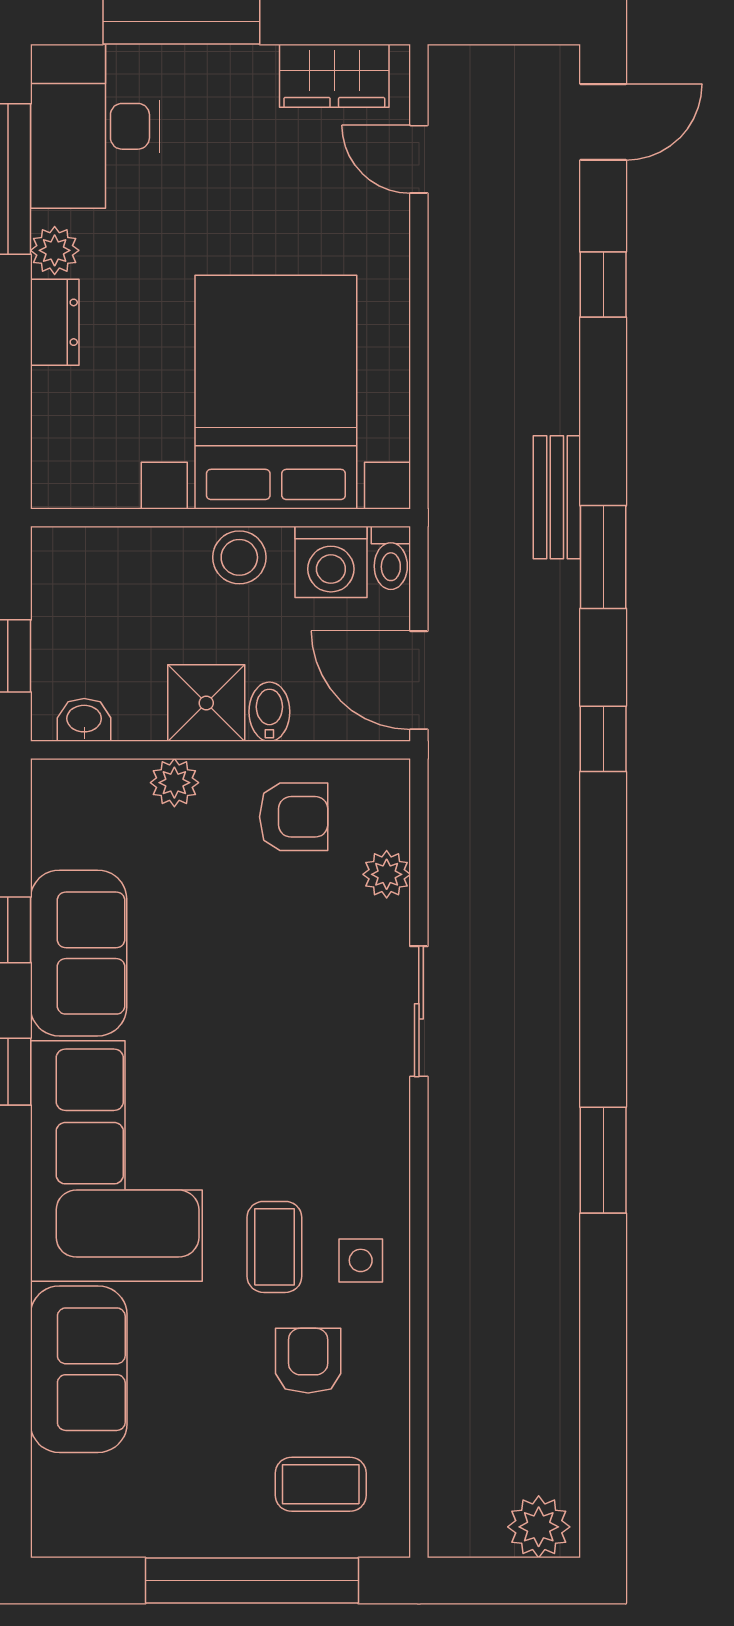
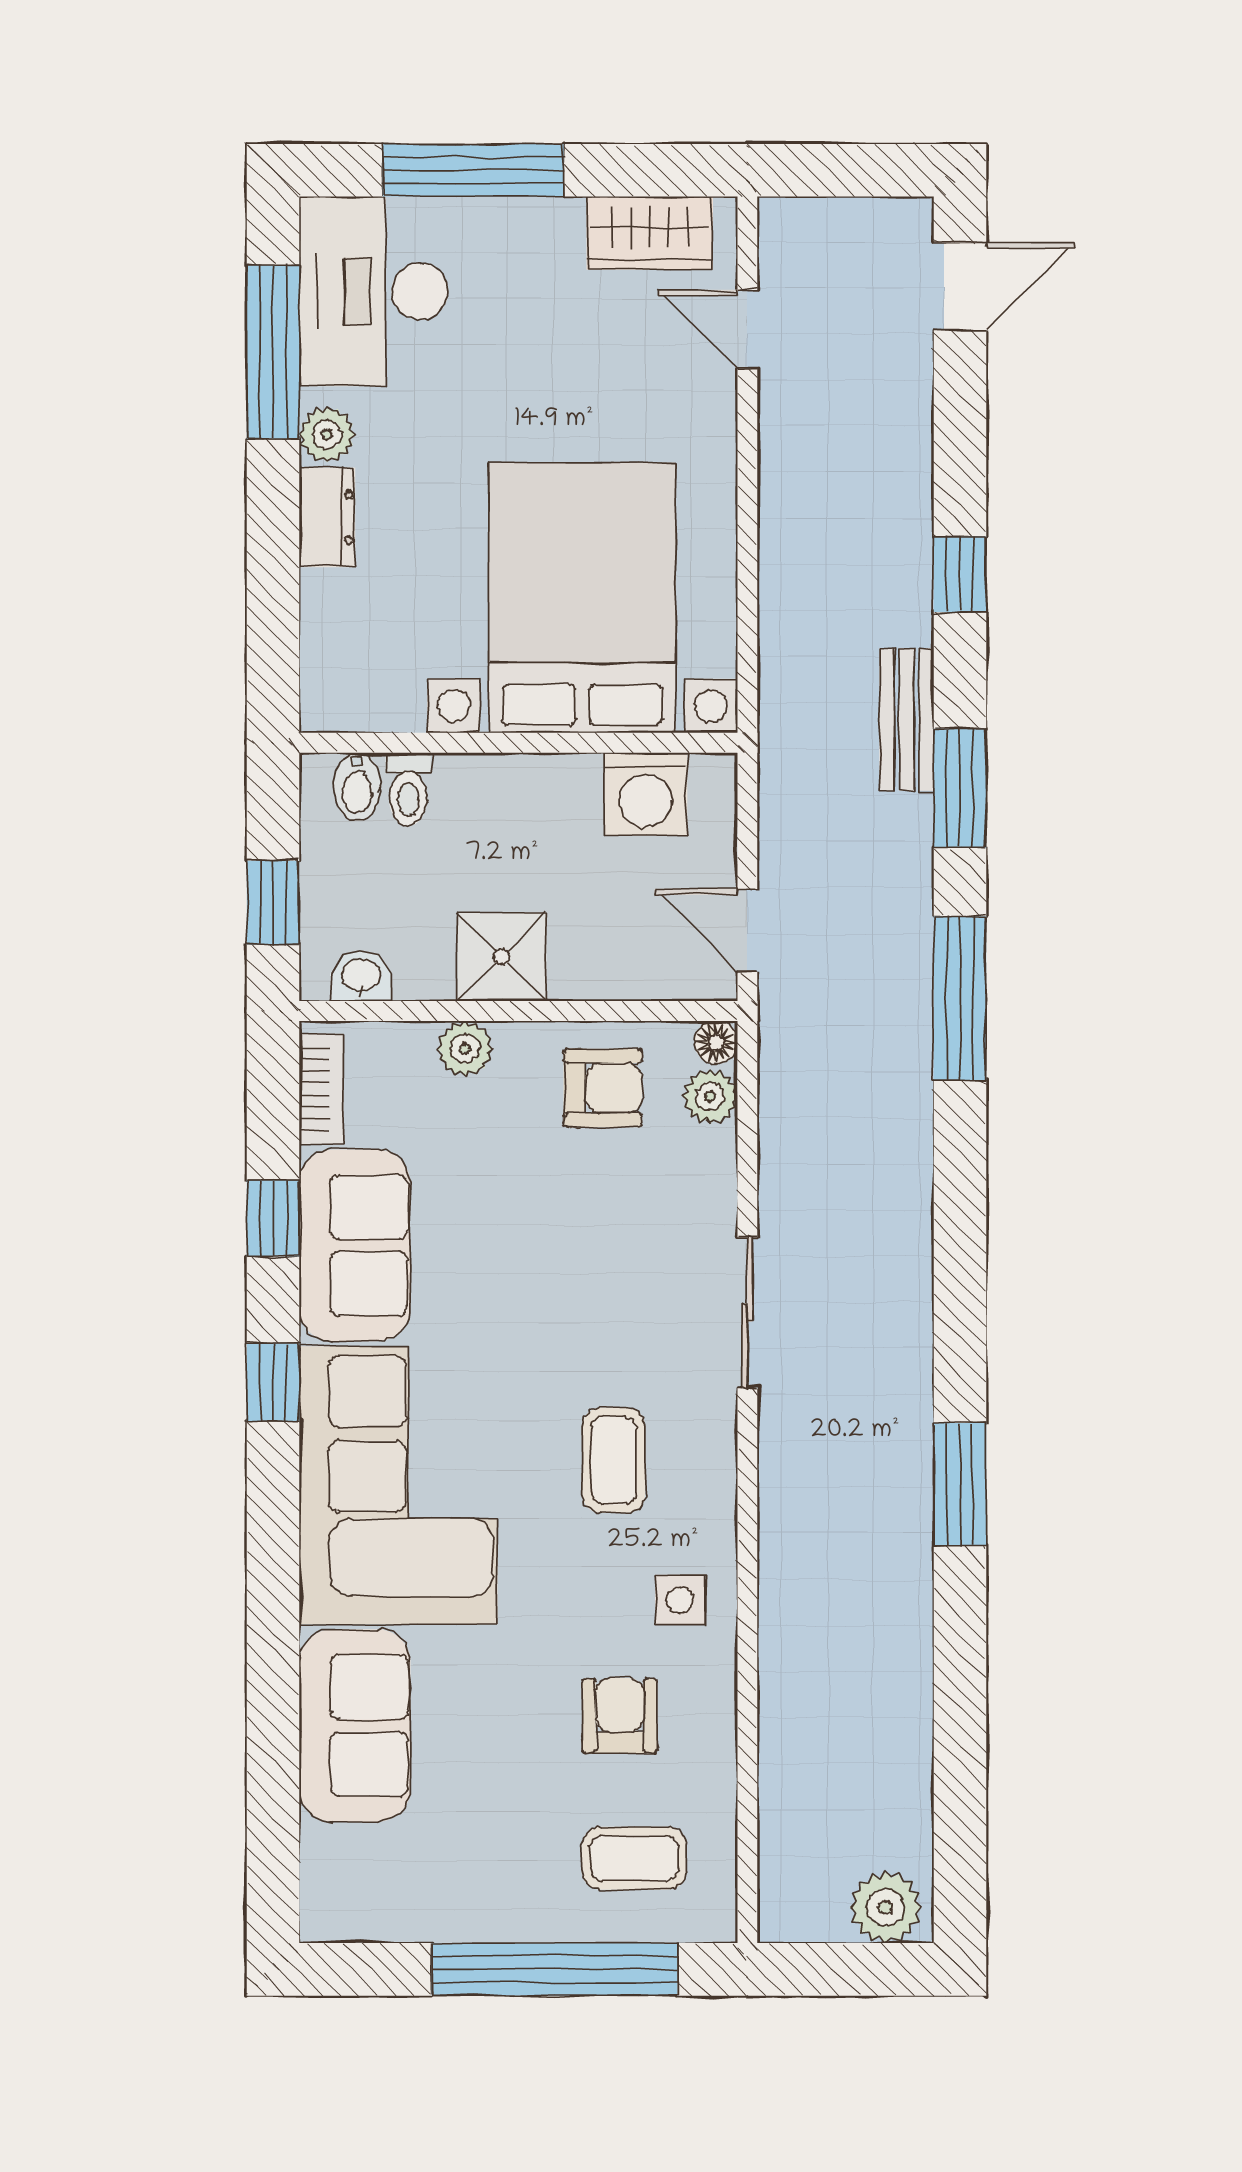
window: (603, 285) -> (960, 574), moved
stool: (239, 557) -> (540, 789), removed
toilet: (391, 558) -> (408, 789), moved
door: (419, 680) -> (747, 930), width x0.73
bidet: (269, 712) -> (357, 787), moved, turned 180
window: (603, 739) -> (960, 998), width x2.17
floor lamp: (392, 777) -> (716, 1042), added
bookcase: (50, 818) -> (321, 1089), added
plant: (387, 874) -> (710, 1097), moved
coffee table: (274, 1247) -> (614, 1460), moved

